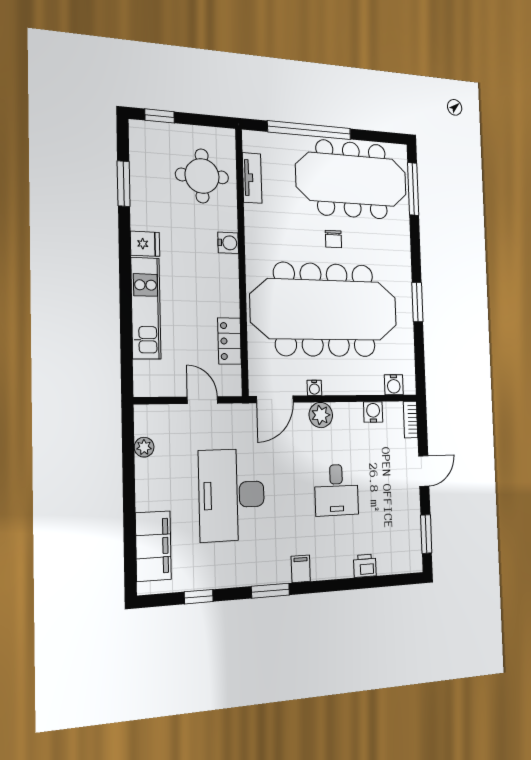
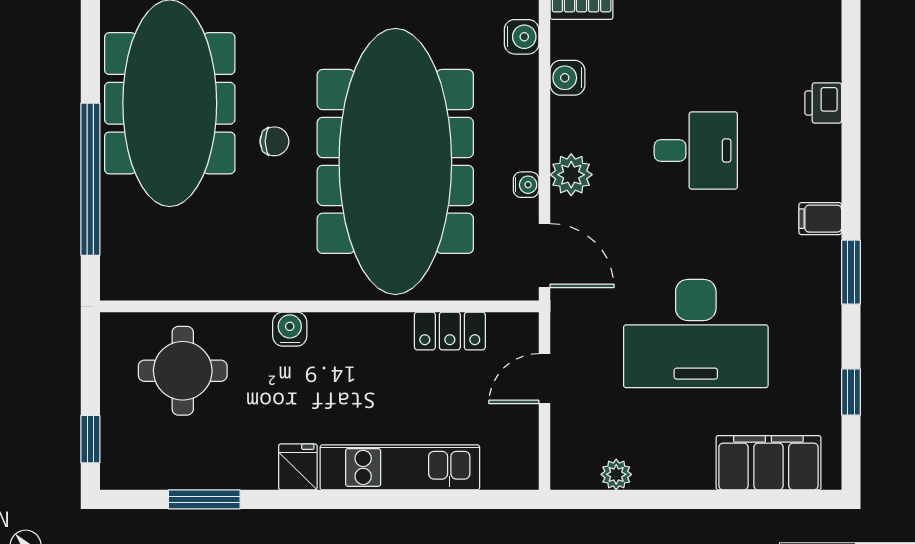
tv unit: (252, 178) -> (180, 285), removed

